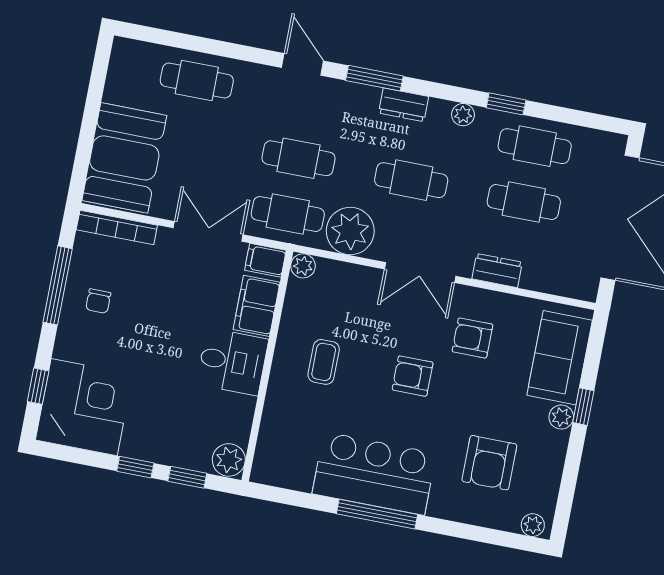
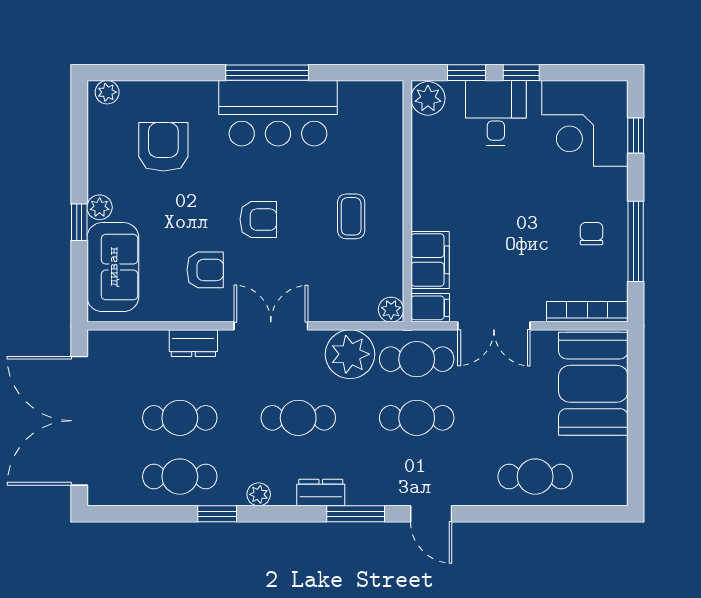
desk: (232, 362) -> (496, 113), moved, turned 90

